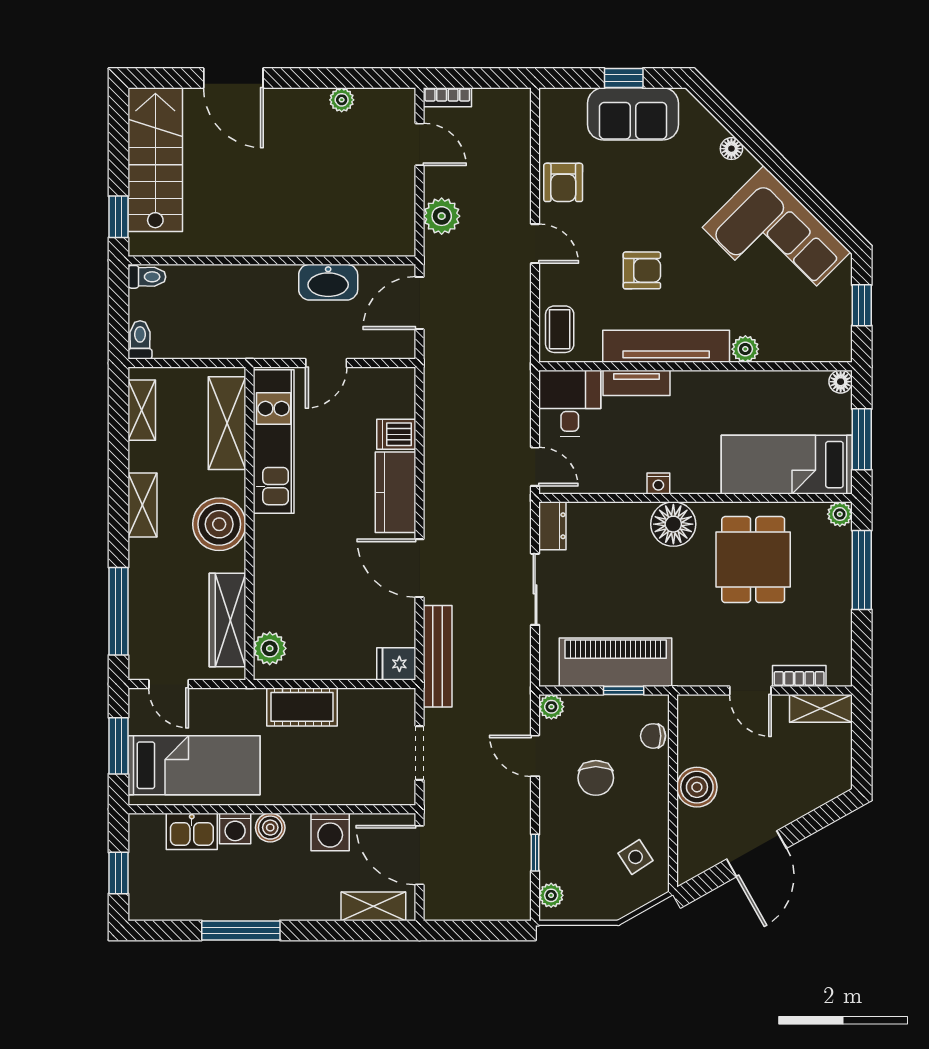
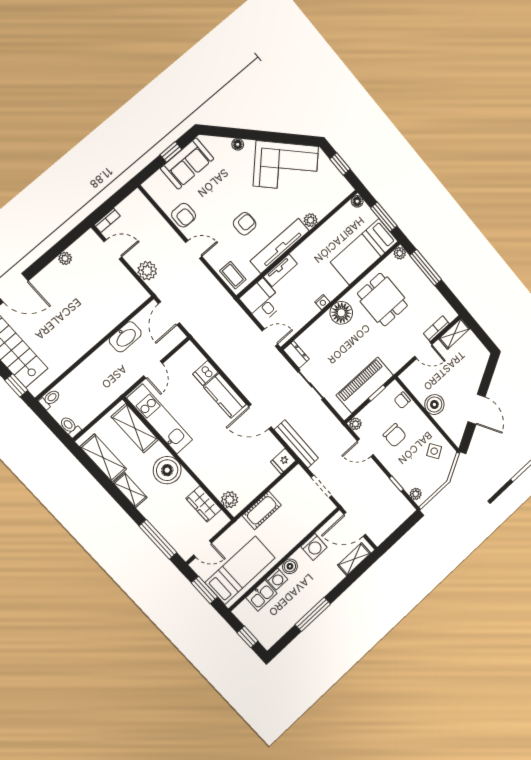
shelving: (142, 410) -> (103, 458), width x1.50, depth x1.33
wardrobe: (227, 620) -> (204, 504), width x0.67

